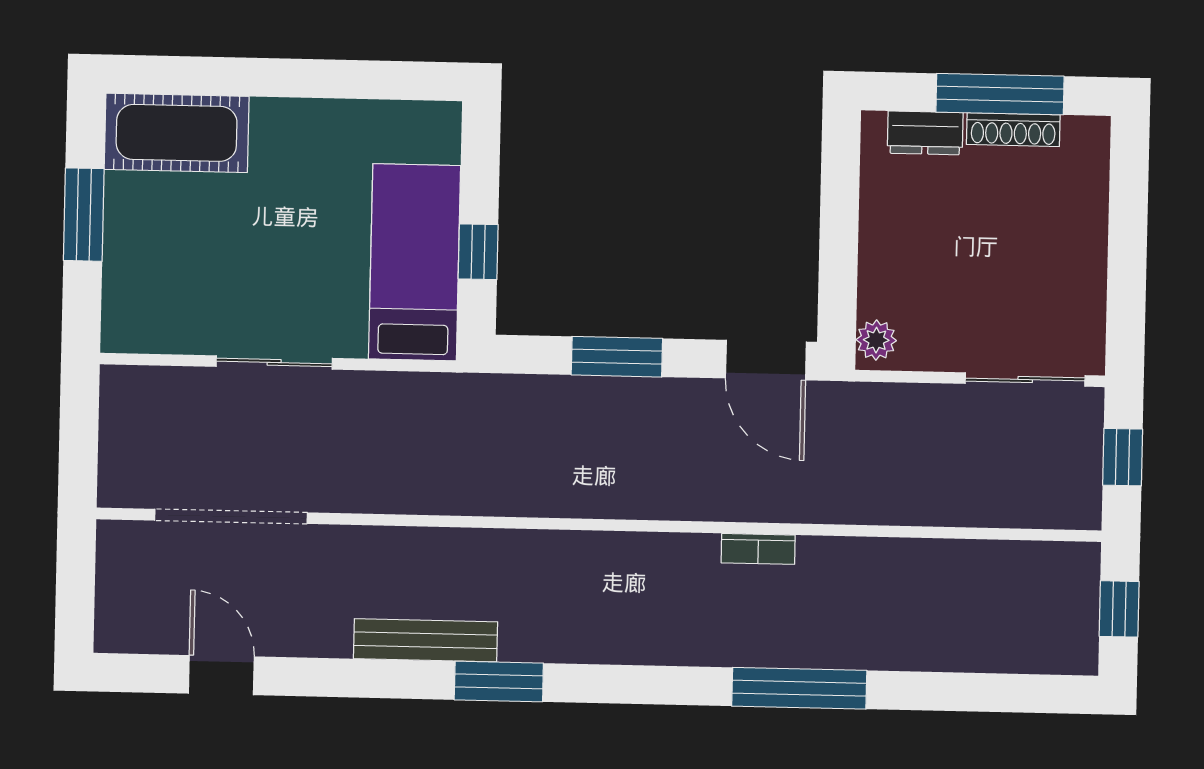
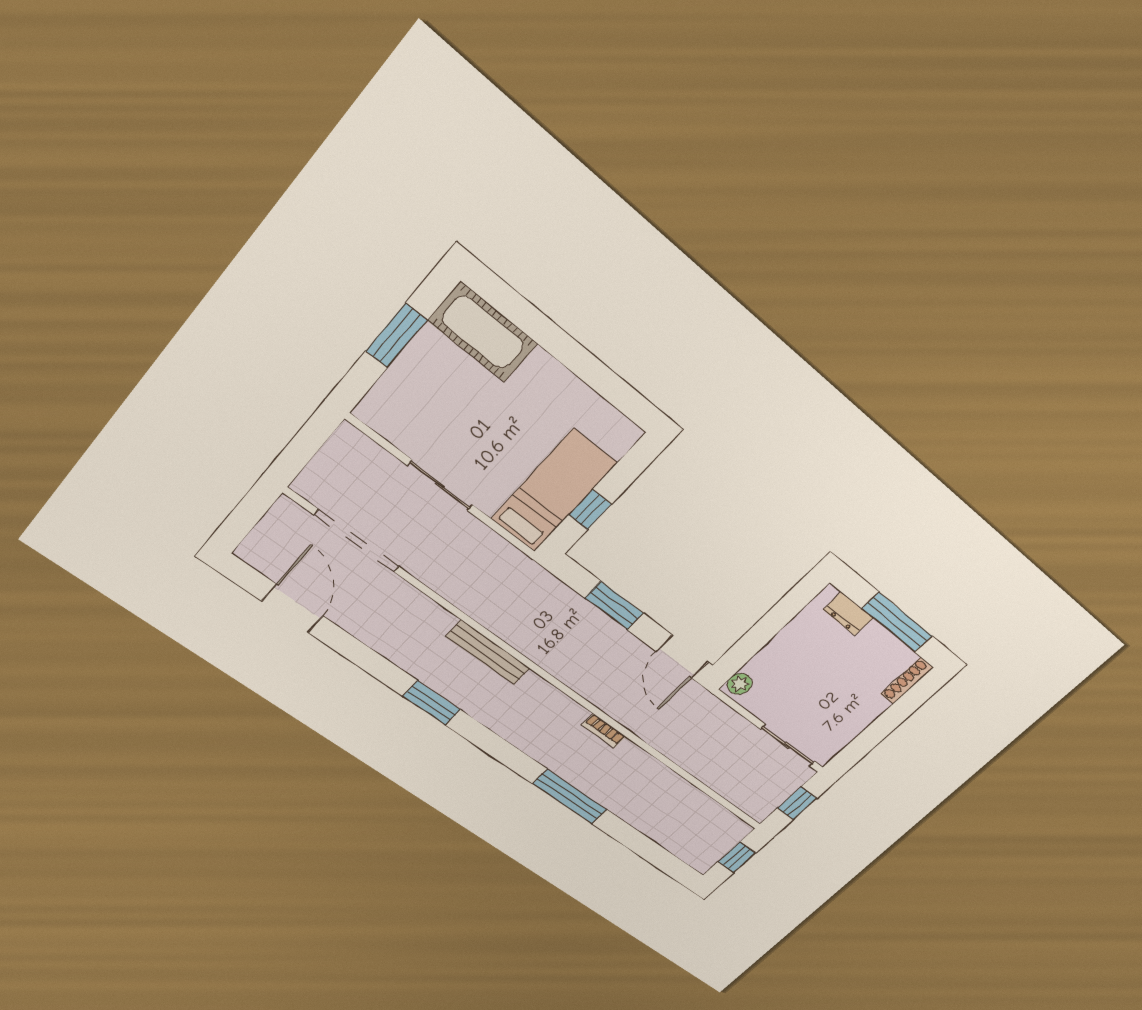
shoe rack: (1013, 130) -> (907, 681), moved, turned 90
bench: (426, 640) -> (488, 652), moved
door: (221, 675) -> (292, 609), width x1.37

